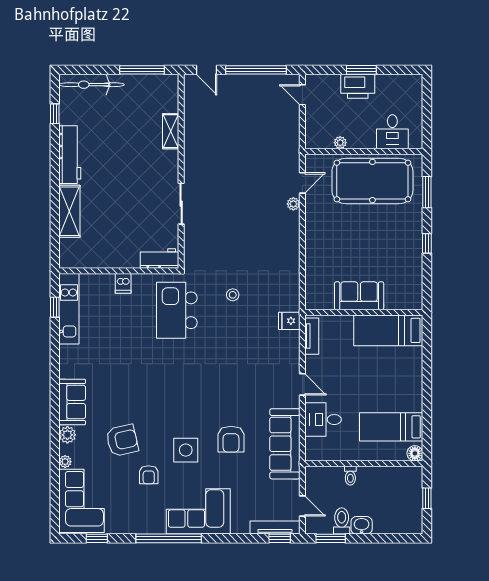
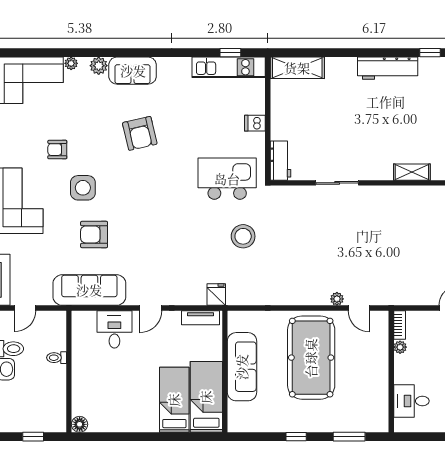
bookcase: (319, 143) -> (400, 325), added
pool table: (372, 181) -> (311, 358), moved
shelving: (69, 211) -> (297, 68), moved
stool: (233, 295) -> (243, 236), width x1.89, depth x1.89
sofa: (359, 296) -> (242, 367), width x1.36
bed: (391, 427) -> (174, 400), moved
armchair: (122, 440) -> (140, 133), moved

